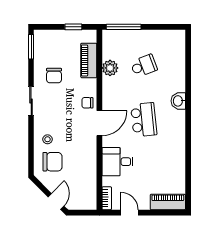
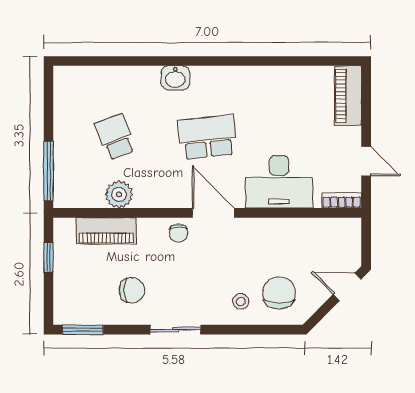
desk: (118, 162) -> (279, 182), width x1.37
door: (130, 213) -> (366, 161), swing flipped

